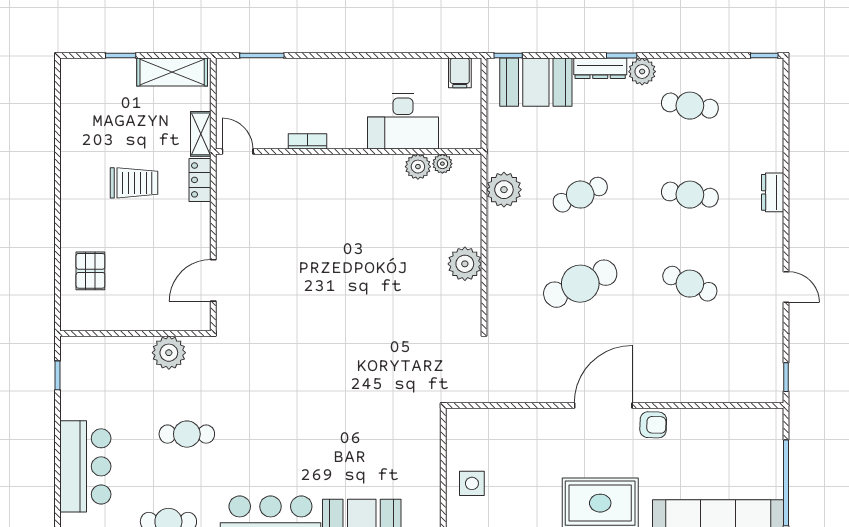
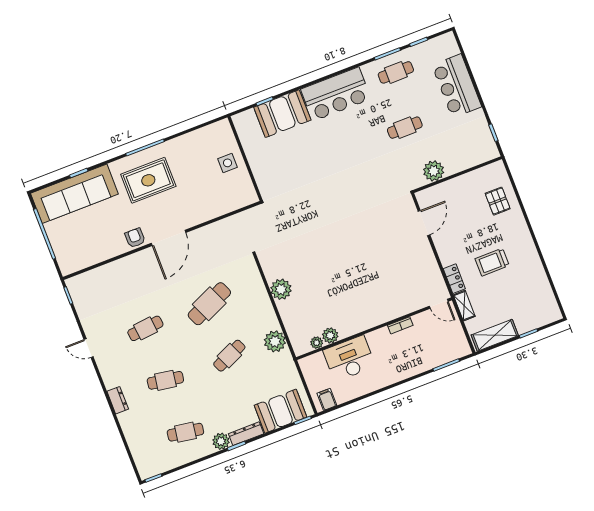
cafe table: (690, 284) -> (145, 328), turned -30
armchair: (653, 425) -> (135, 238), turned 88

